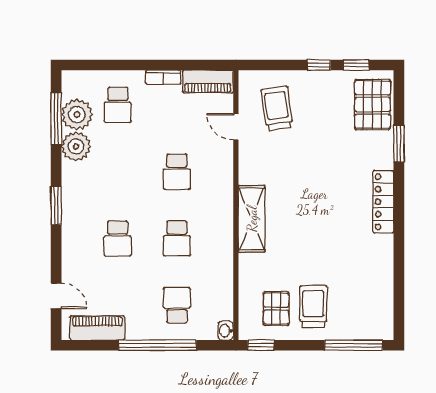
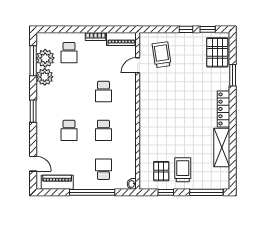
door: (236, 127) -> (138, 65), hinge flipped
shelving: (252, 219) -> (222, 147), moved
window: (261, 345) -> (166, 192), moved

